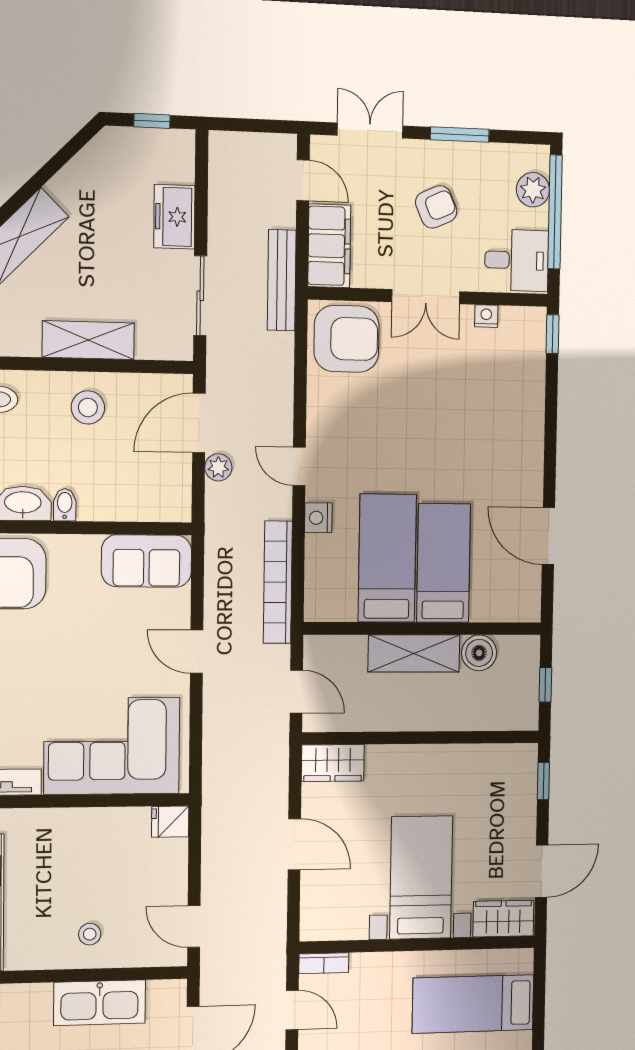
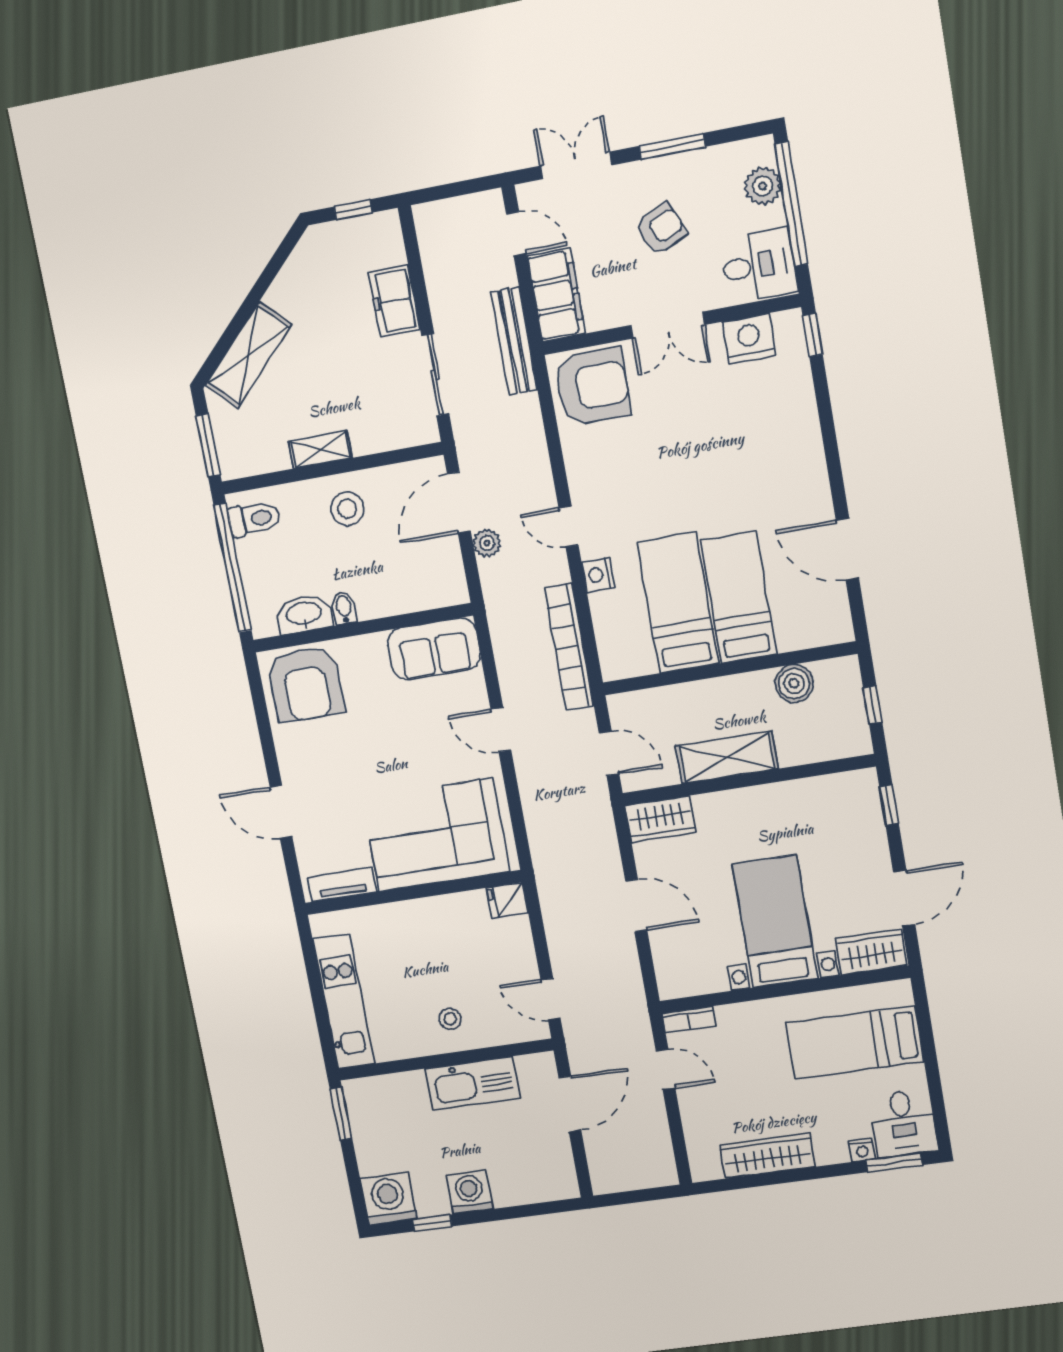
nightstand: (486, 316) -> (749, 339), width x1.89, depth x1.79
shelving: (88, 340) -> (321, 450), width x0.67, depth x0.75
shelving: (414, 653) -> (727, 757), moved

